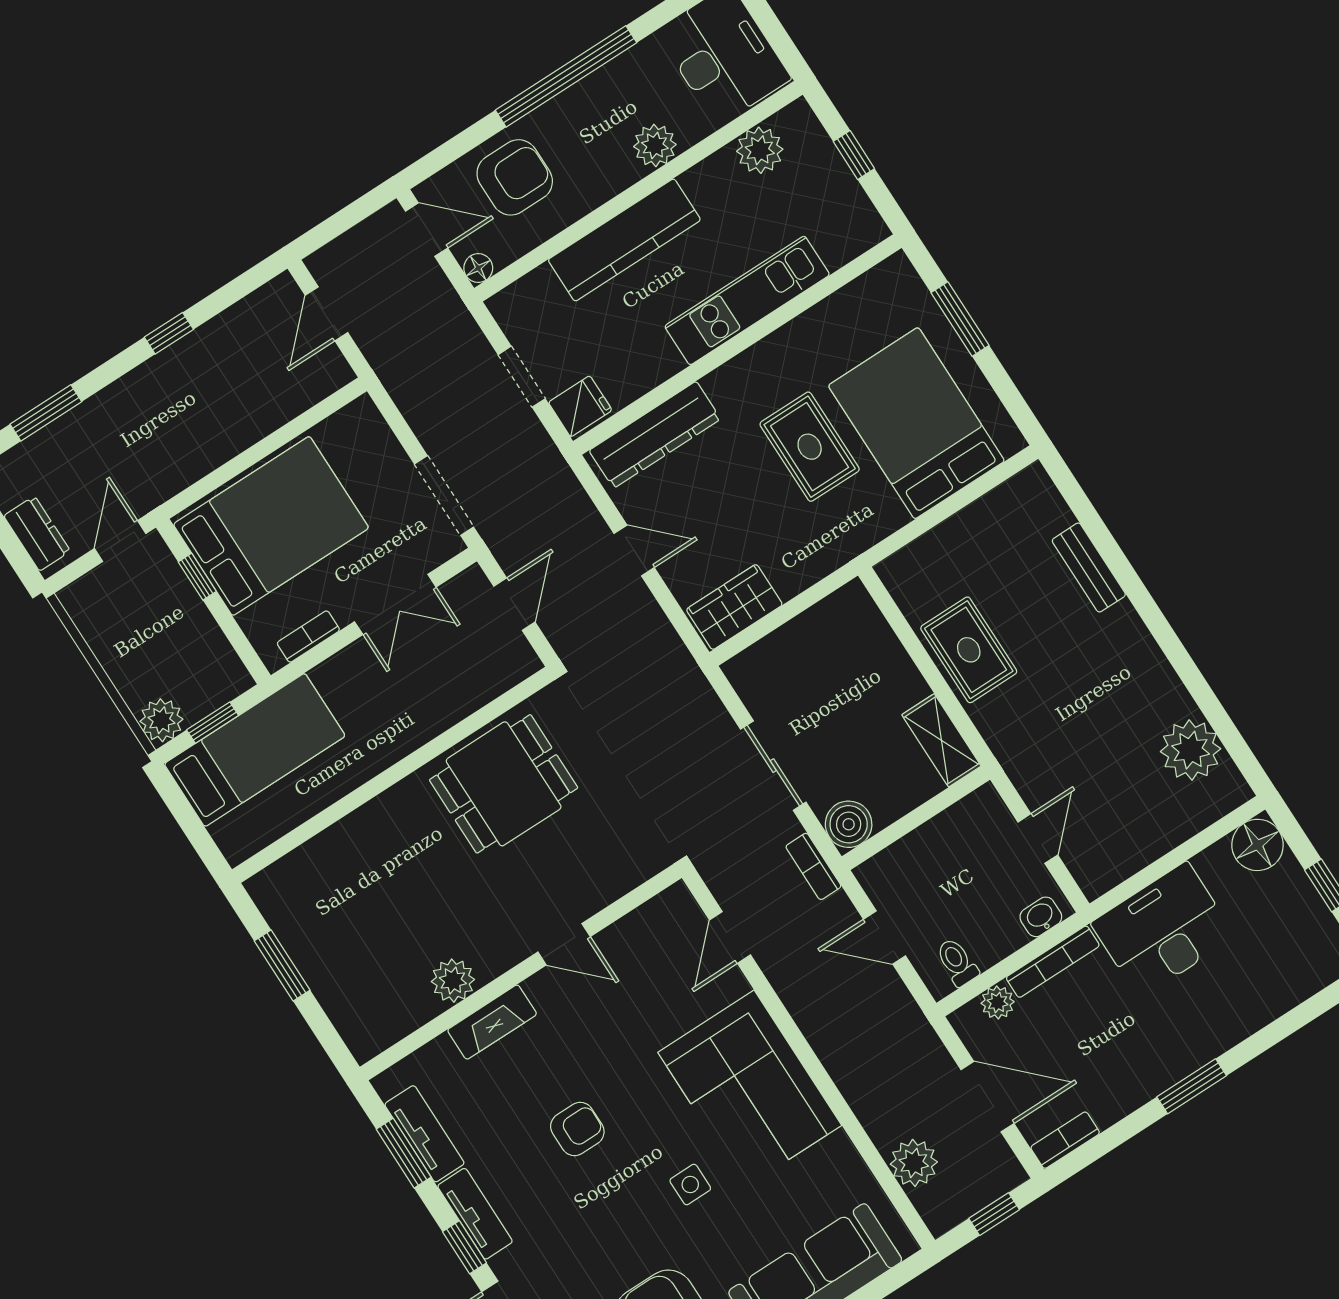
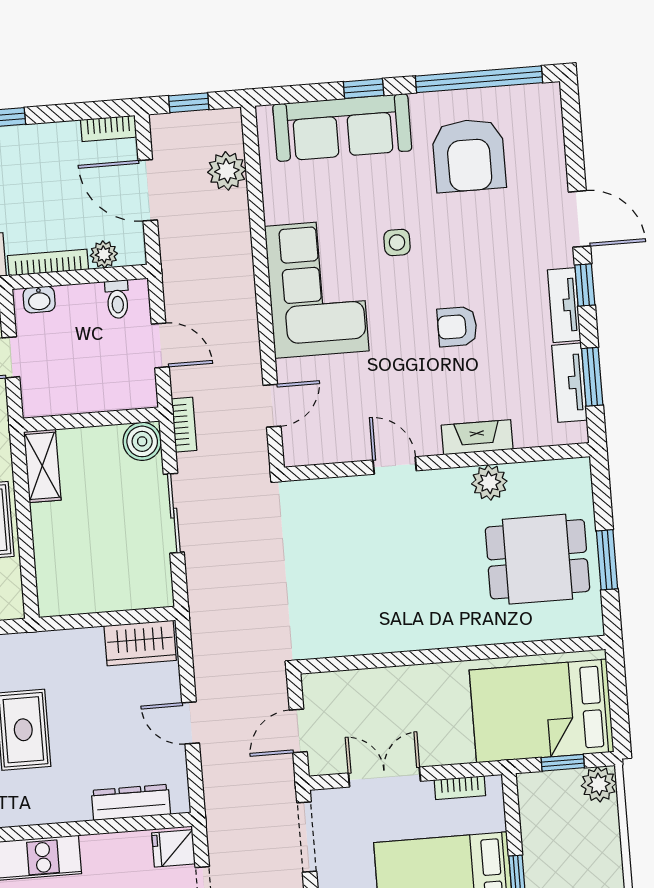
dresser: (655, 435) -> (131, 802), width x0.73, depth x0.80
bed: (255, 750) -> (542, 711), width x1.50
dining table: (504, 784) -> (537, 559), moved

